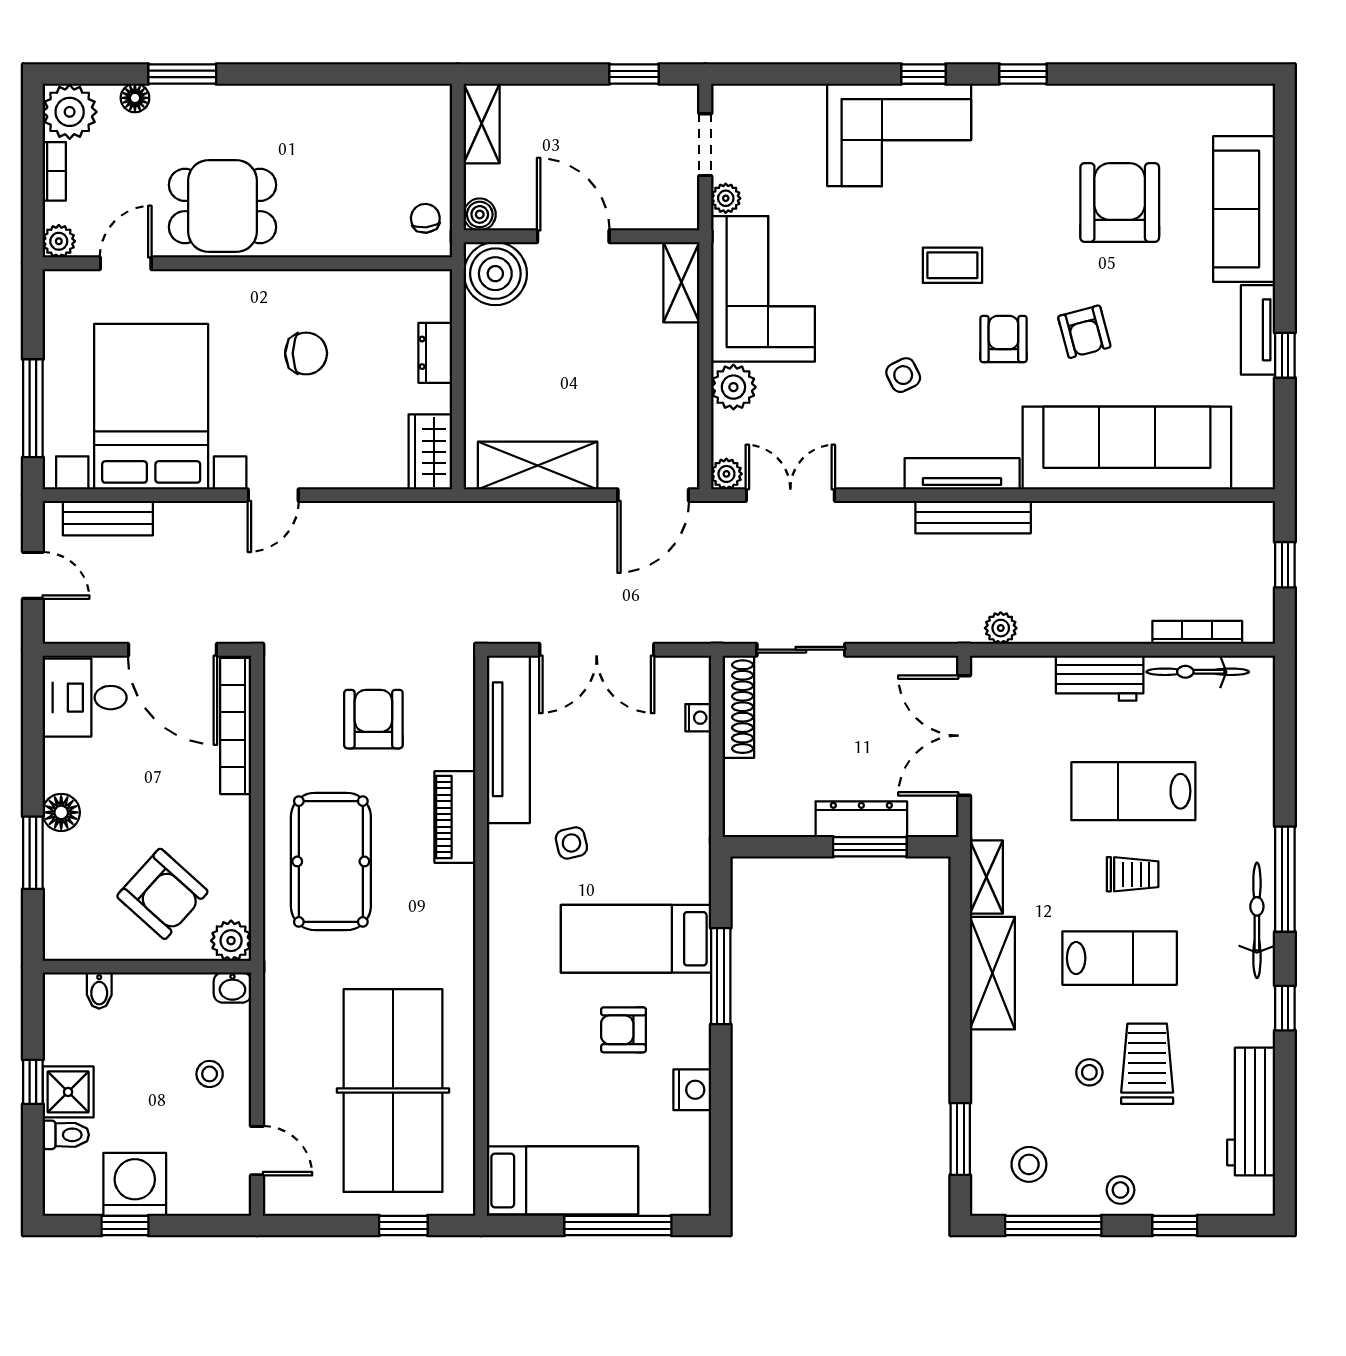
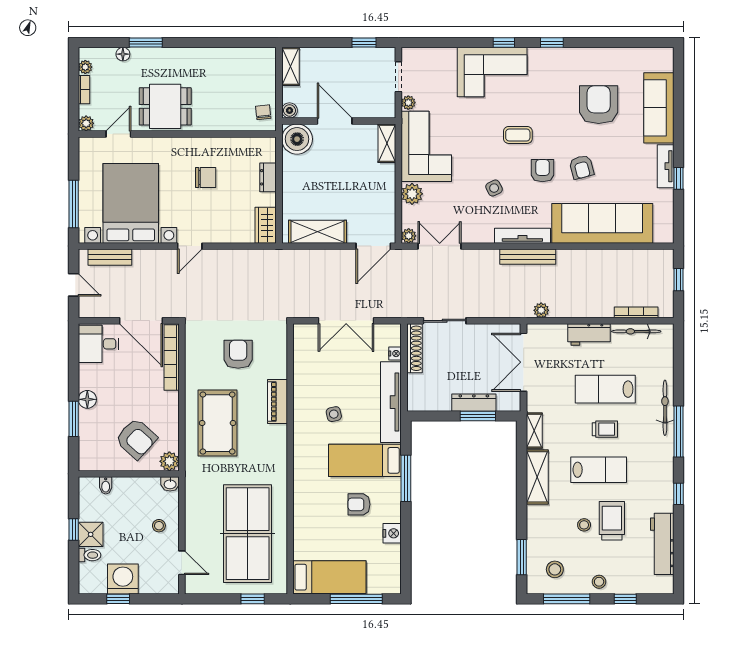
plant: (70, 112) -> (85, 67), width x0.53, depth x0.53
tv unit: (508, 739) -> (391, 402), moved, turned 180
bicycle: (1257, 920) -> (665, 408), moved

